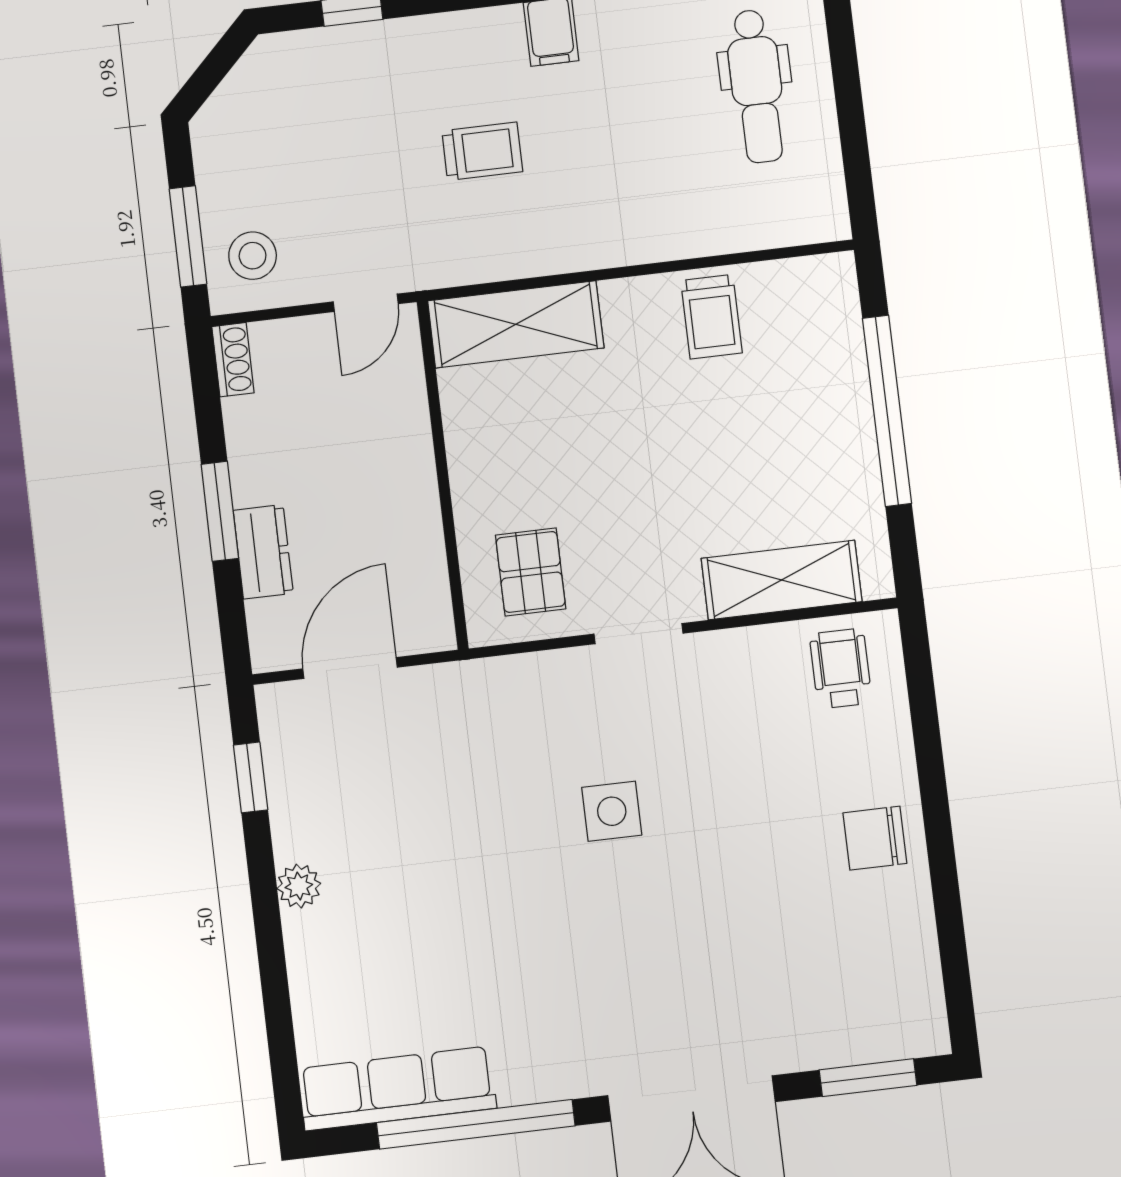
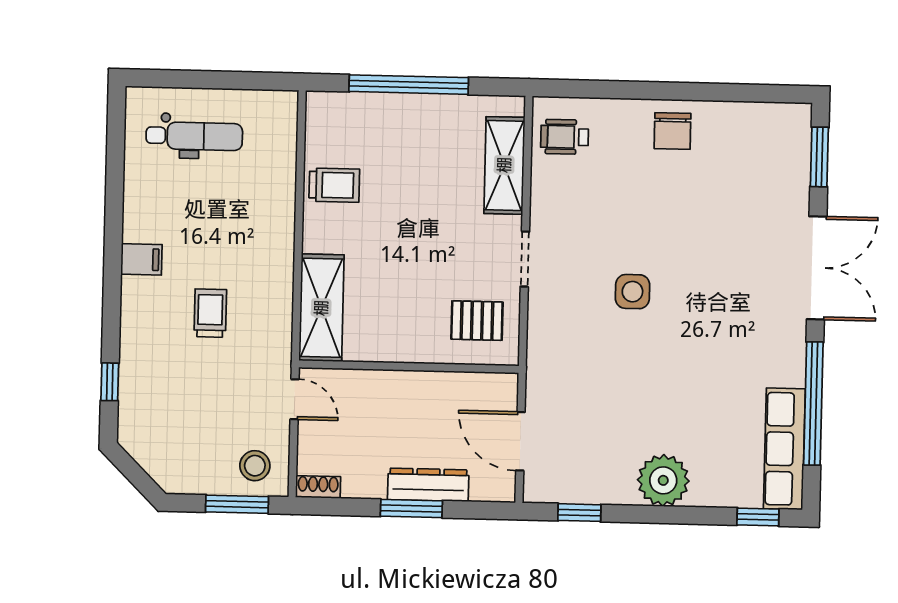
dresser: (263, 552) -> (428, 485), width x1.44
plant: (299, 886) -> (663, 480), width x1.88, depth x1.88
window: (284, 1062) -> (758, 517), added

